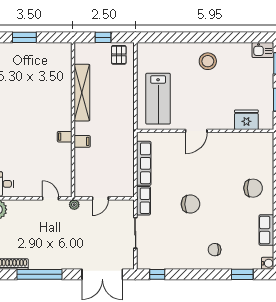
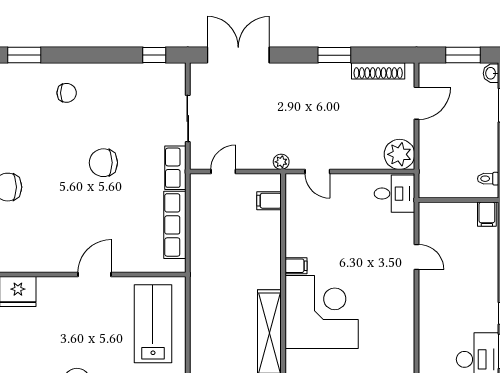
corner desk: (48, 106) -> (322, 312), added
filing cabinet: (82, 141) -> (269, 201), moved
door: (100, 198) -> (223, 171), moved
window: (40, 274) -> (334, 55), width x0.47

